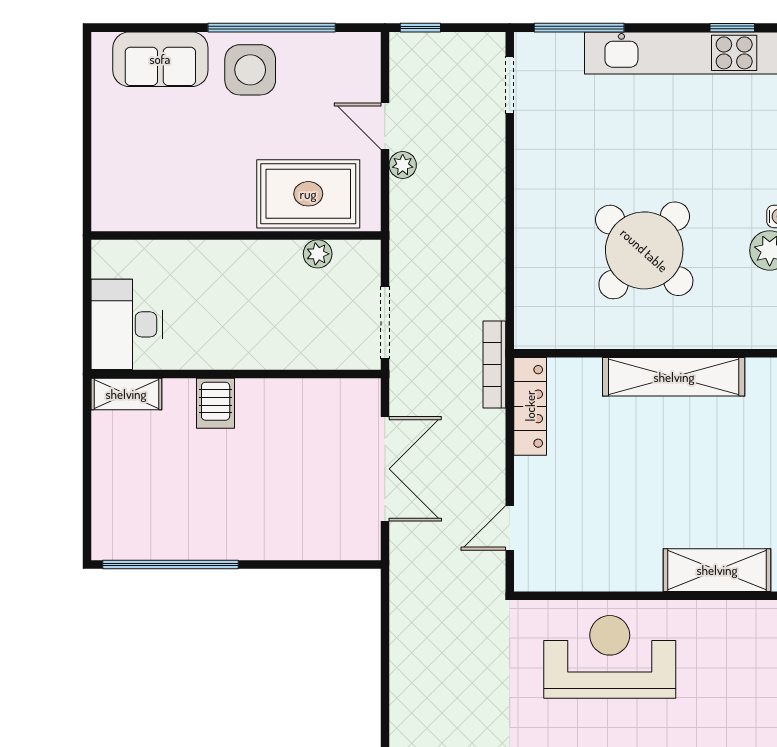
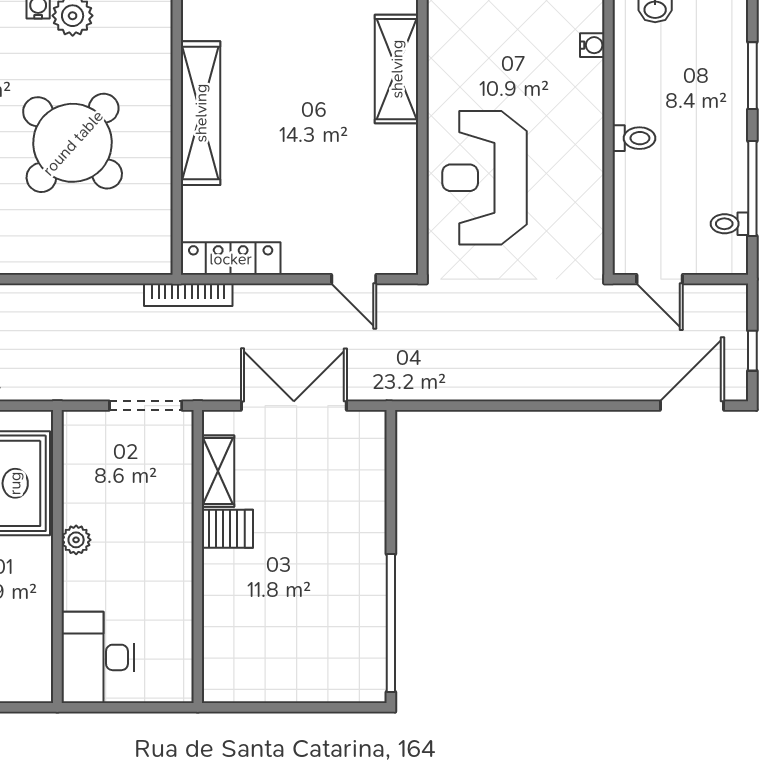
plant: (318, 254) -> (76, 540), moved
desk: (127, 324) -> (98, 657), moved, turned 90
shelving: (126, 394) -> (218, 471), moved
server rack: (216, 403) -> (227, 529), moved

